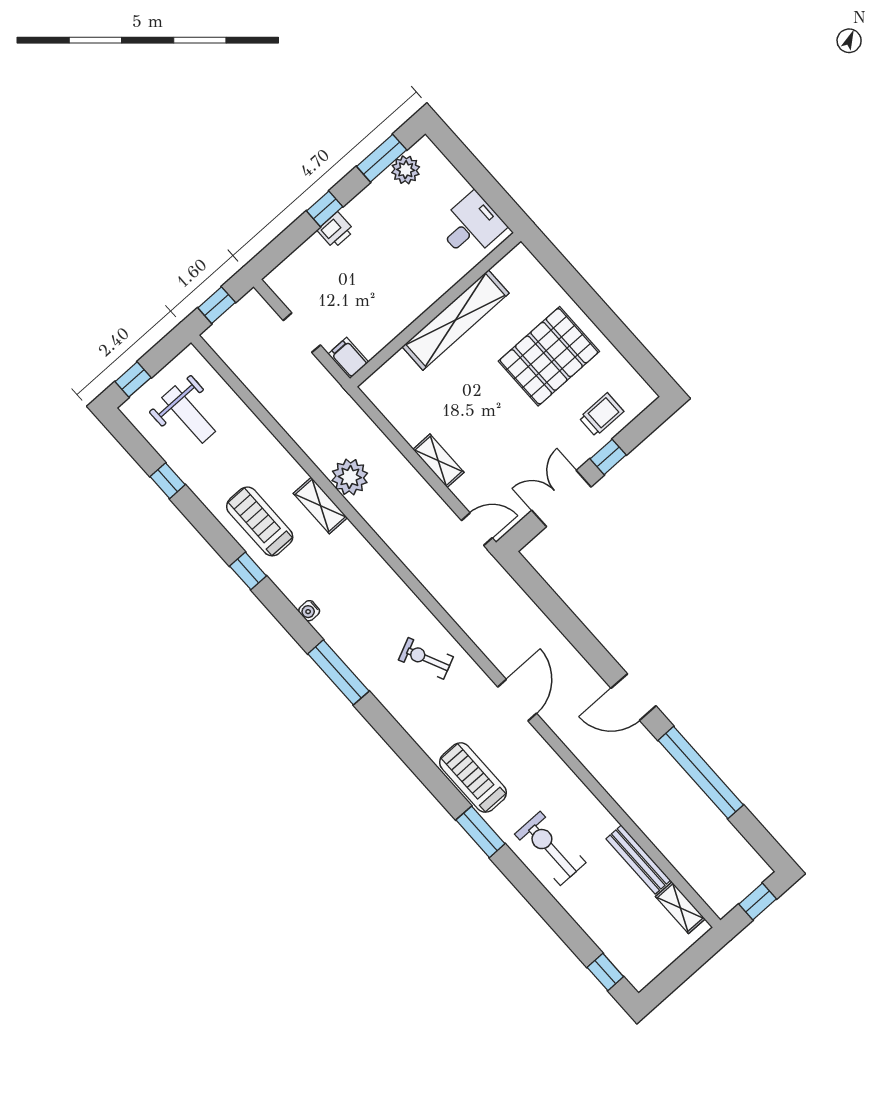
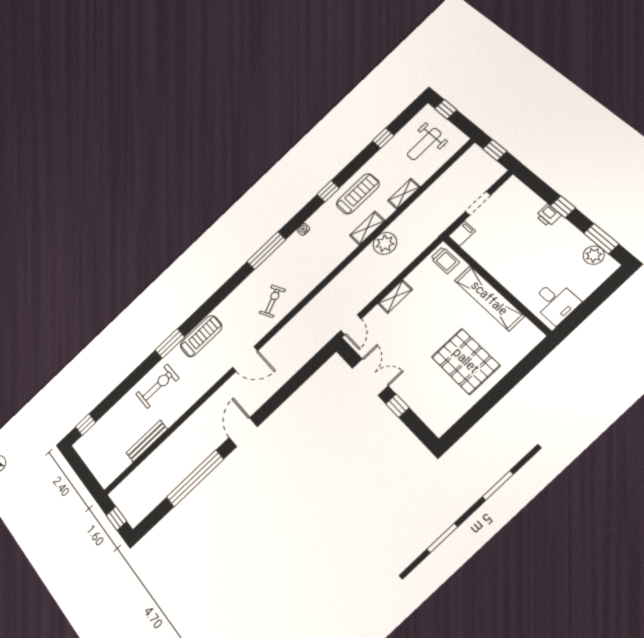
trolley: (602, 415) -> (445, 260), moved
shelving: (680, 908) -> (404, 194), moved

